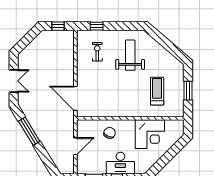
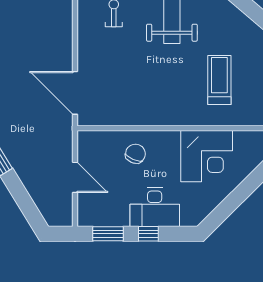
door: (75, 146) -> (75, 177), hinge flipped

